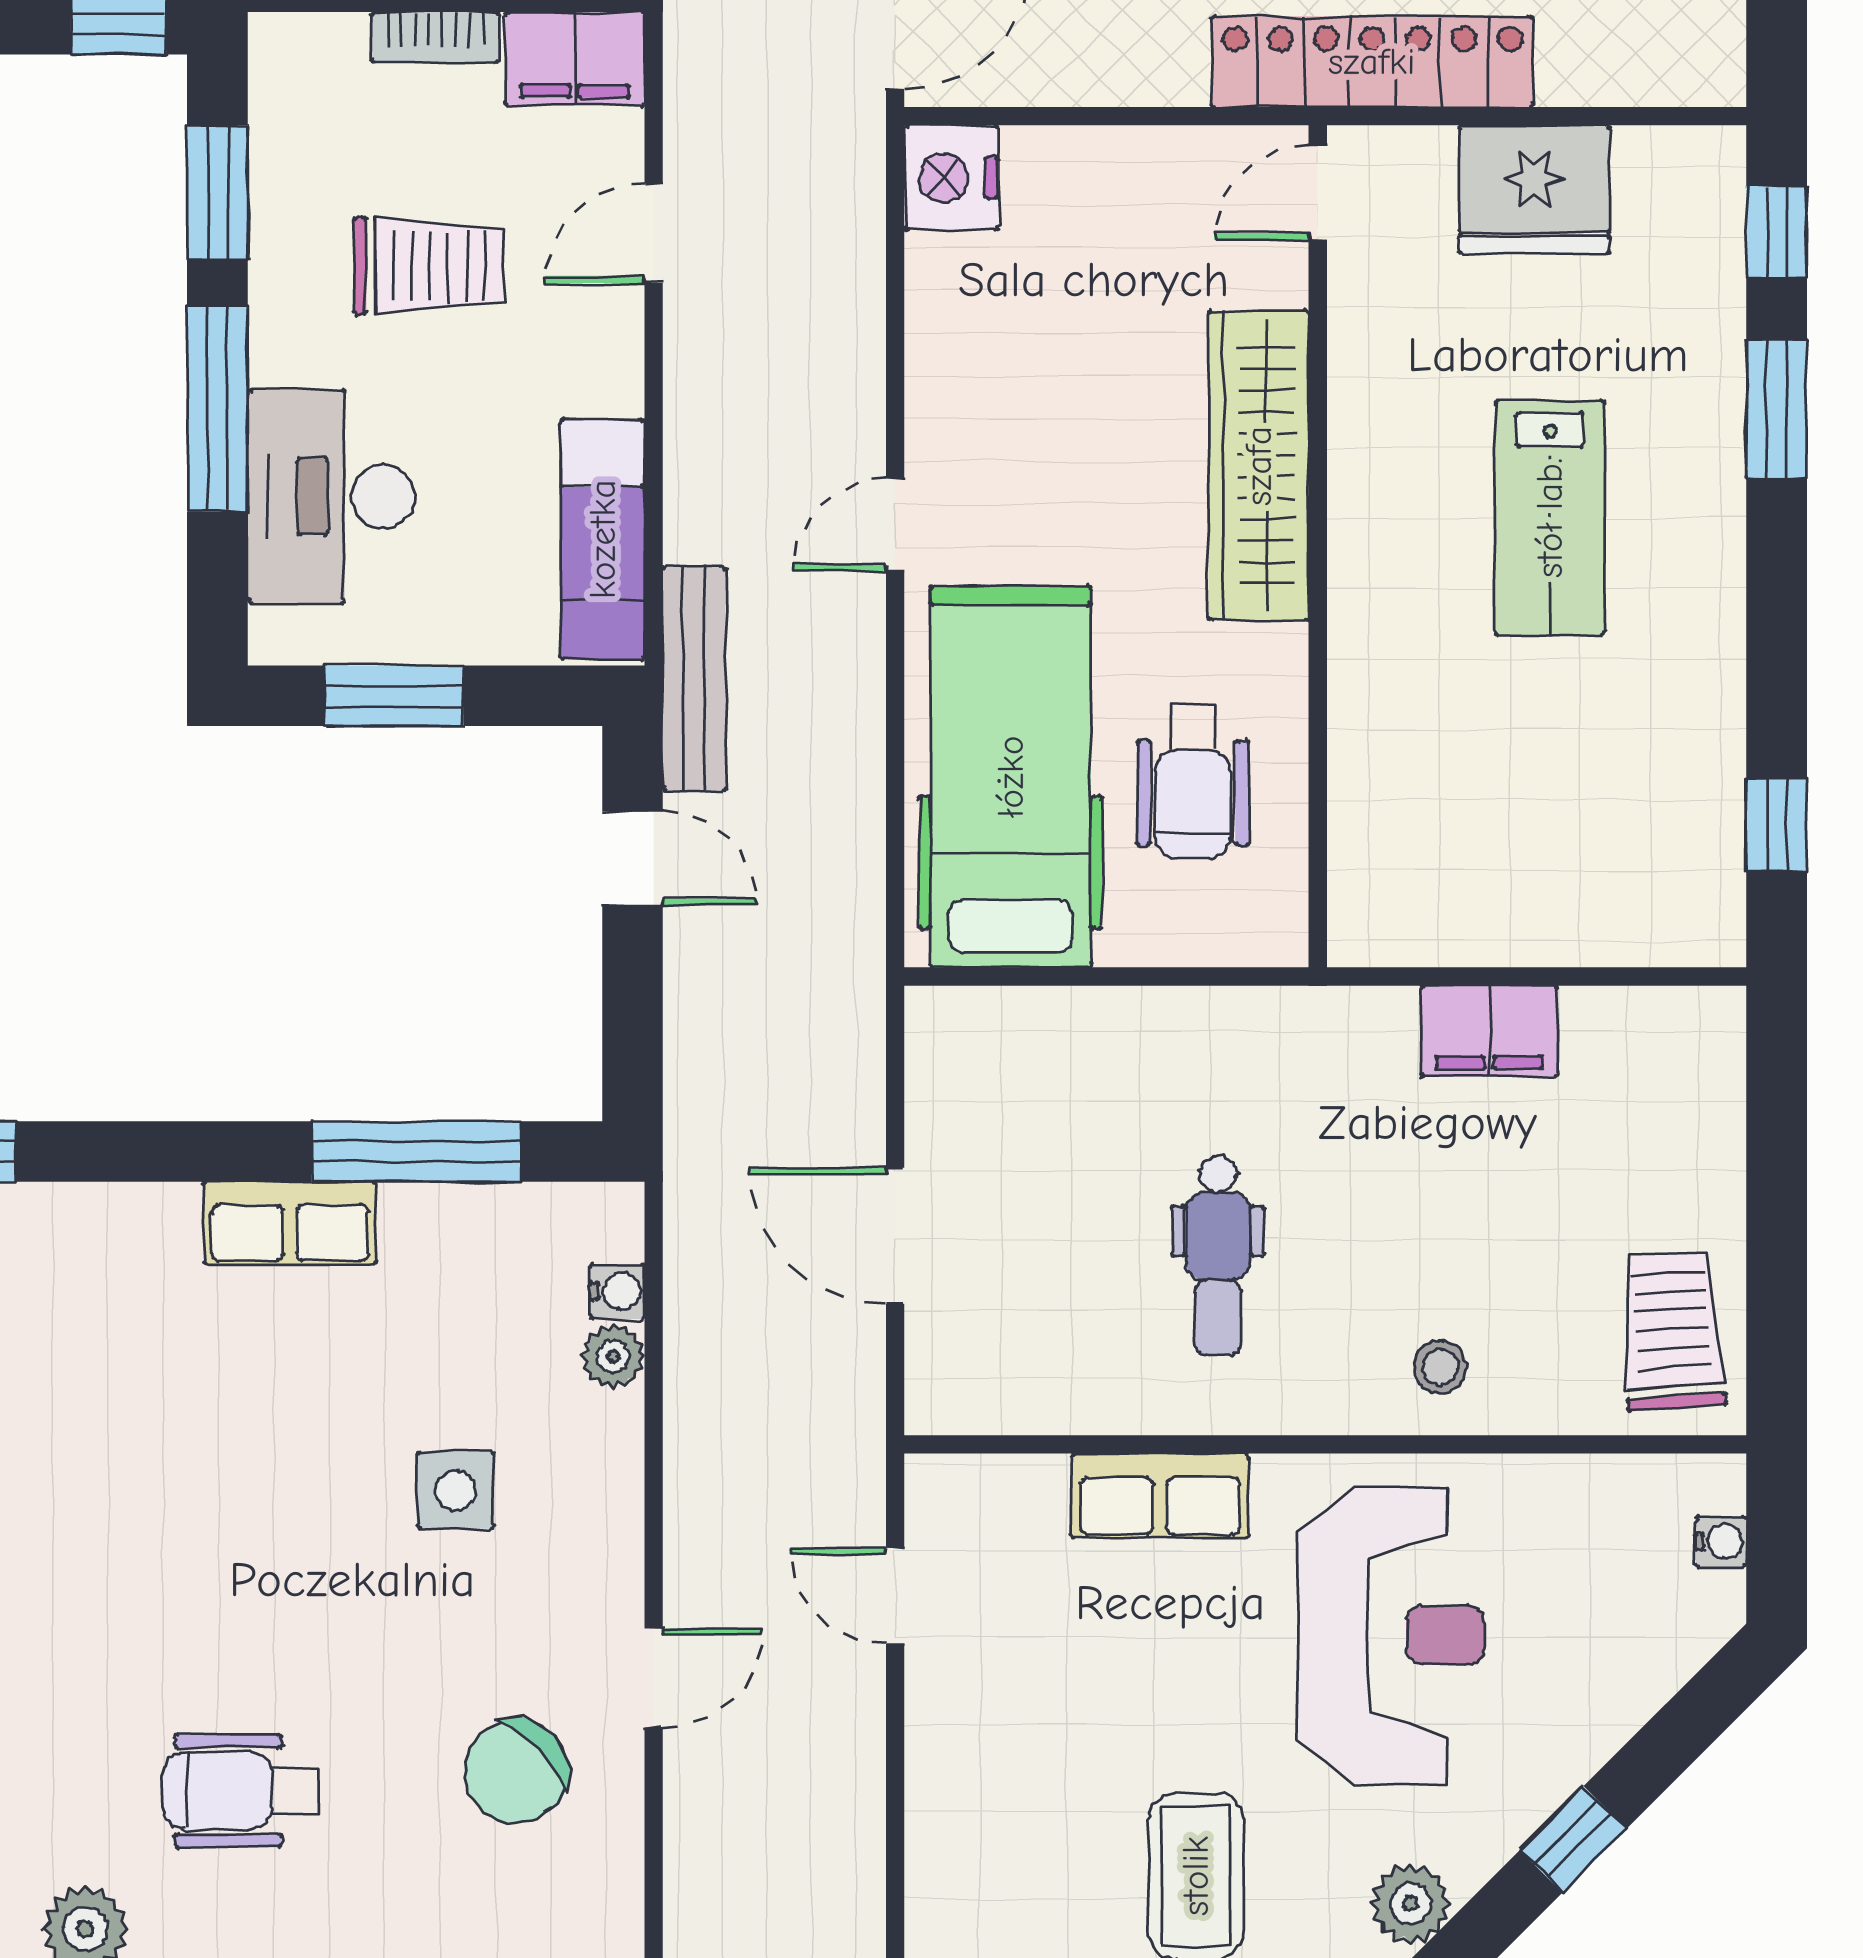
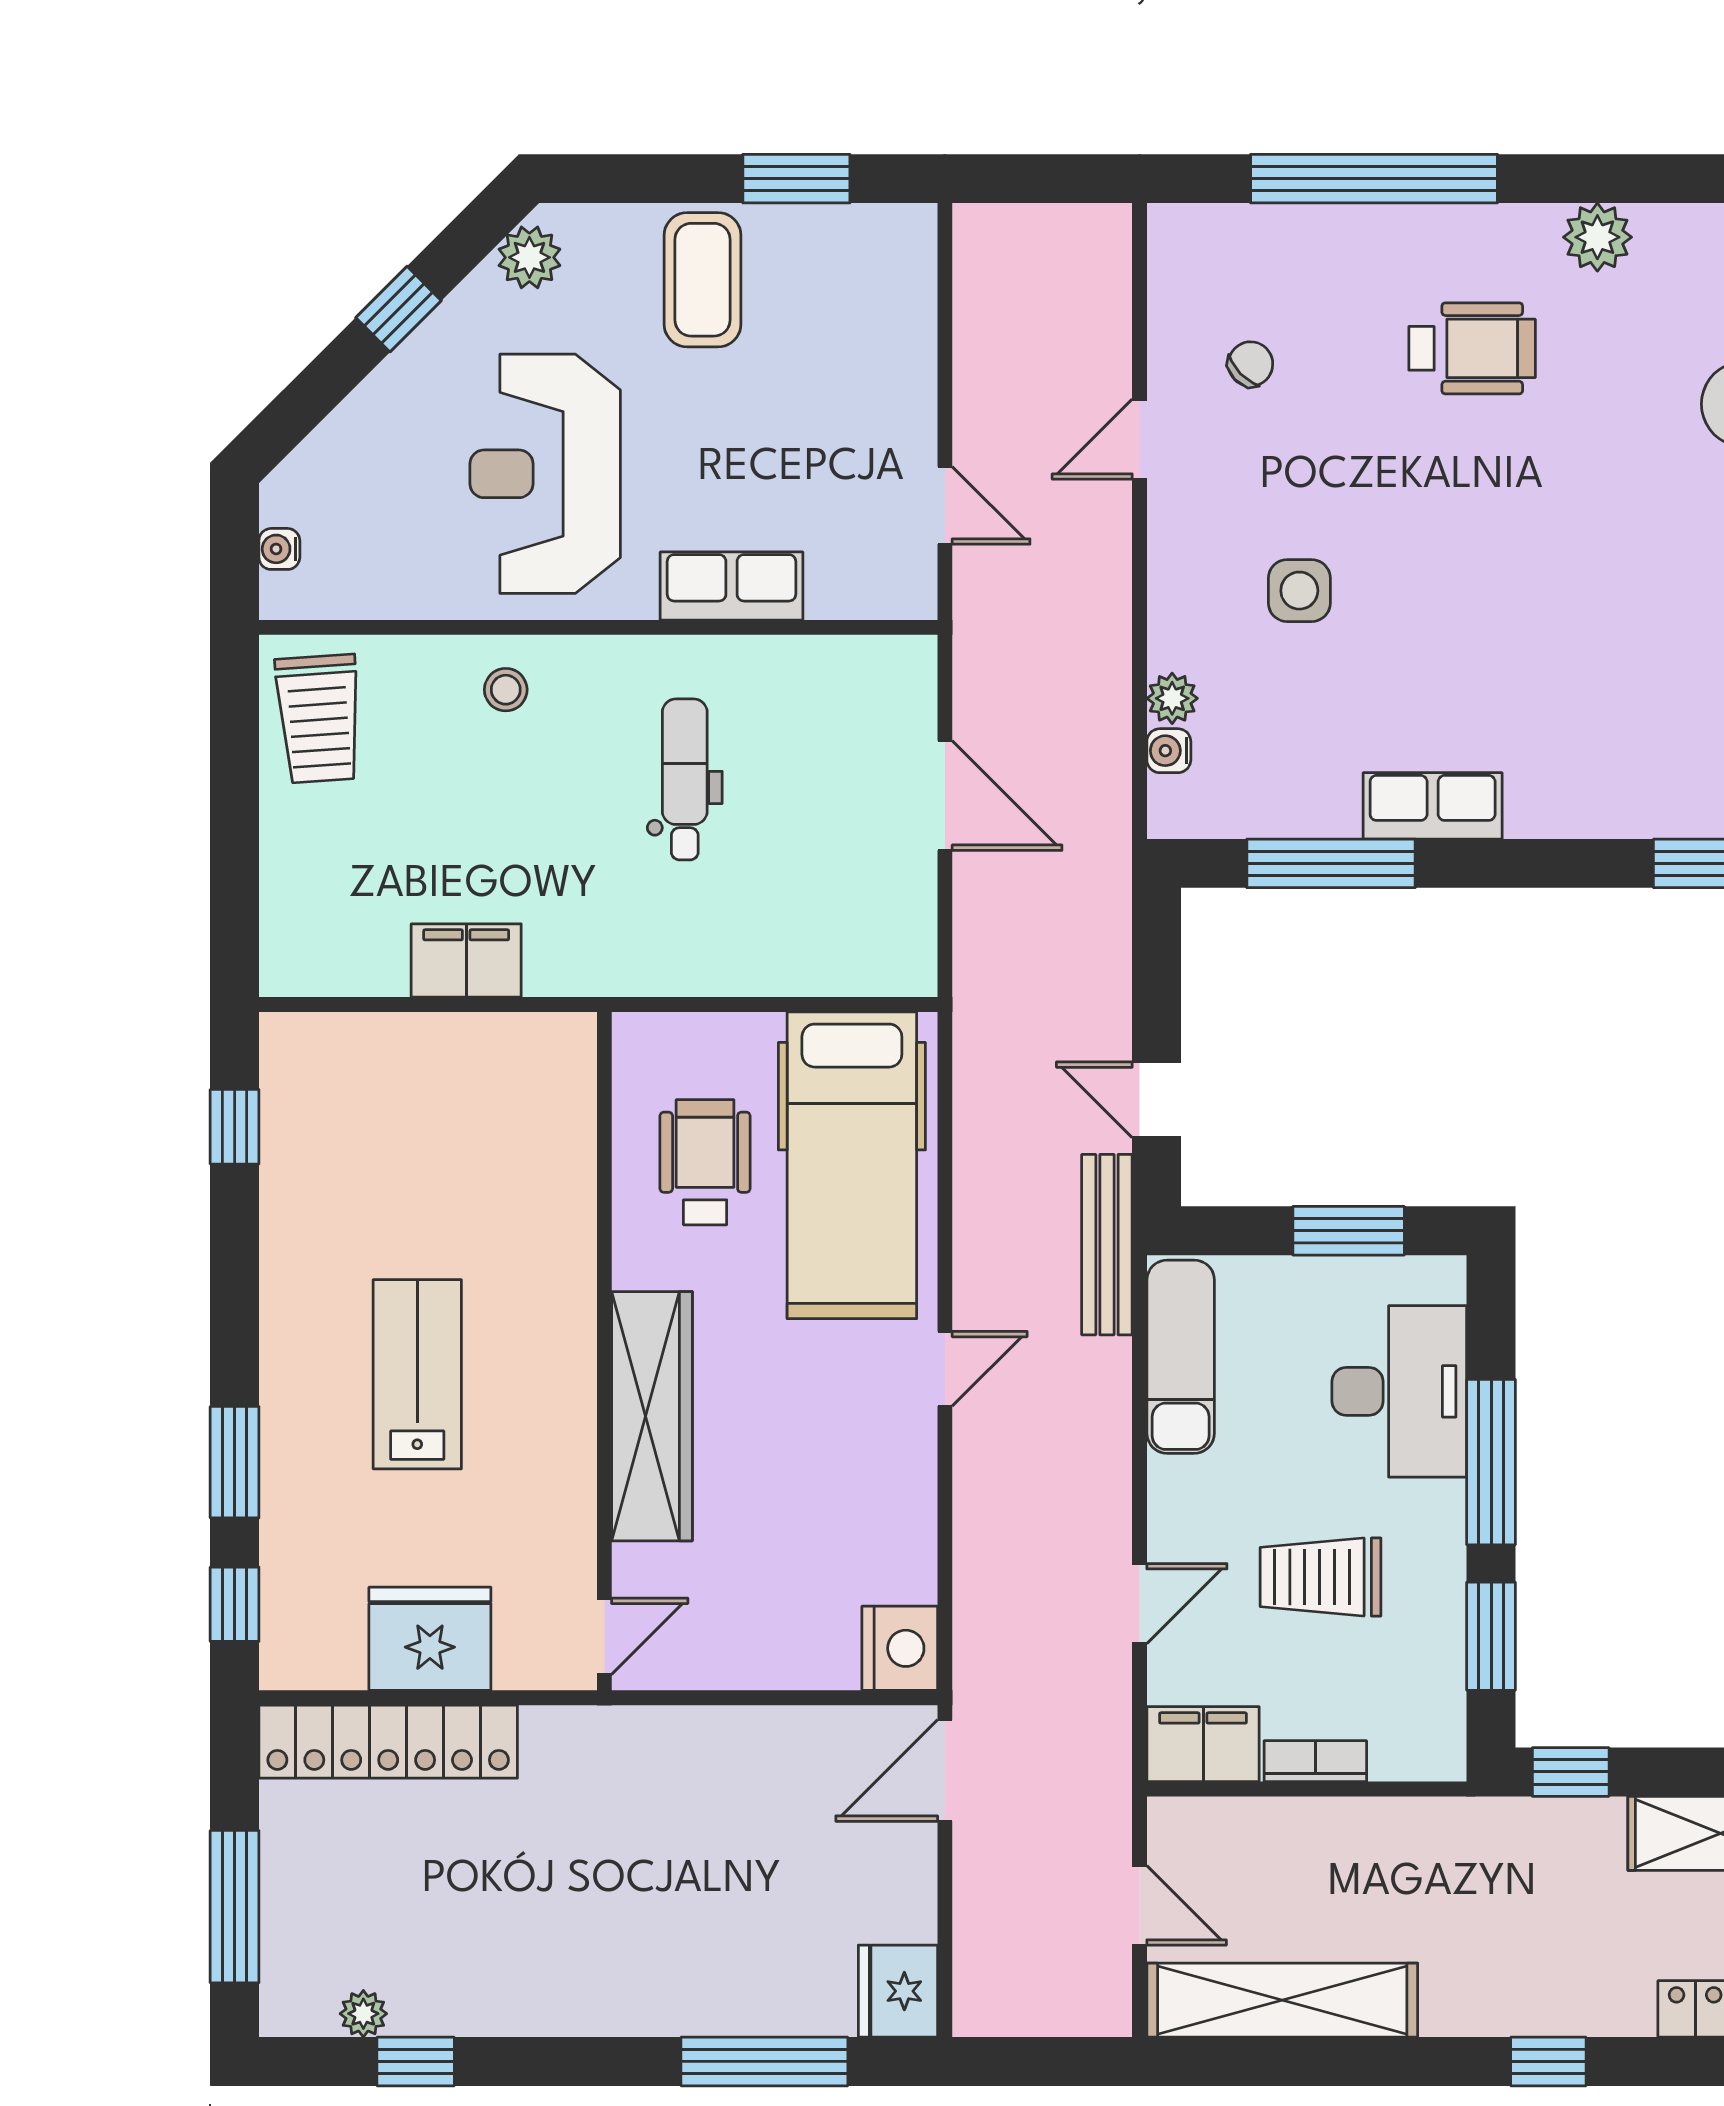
locker: (1372, 62) -> (388, 1742), moved
chair: (516, 1771) -> (1251, 364), width x0.54, depth x0.54

